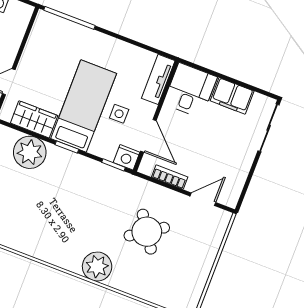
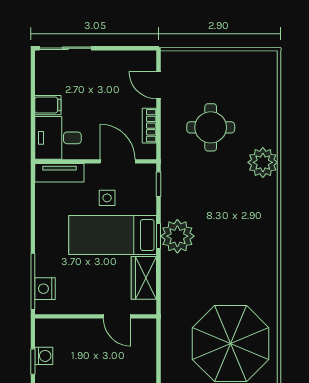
filing cabinet: (232, 96) -> (48, 105), width x0.50
door: (148, 136) -> (118, 161), hinge flipped
plant: (30, 152) -> (177, 236), moved
nightstand: (127, 157) -> (45, 289), moved, turned 180
round table: (147, 232) -> (211, 127), turned 34

